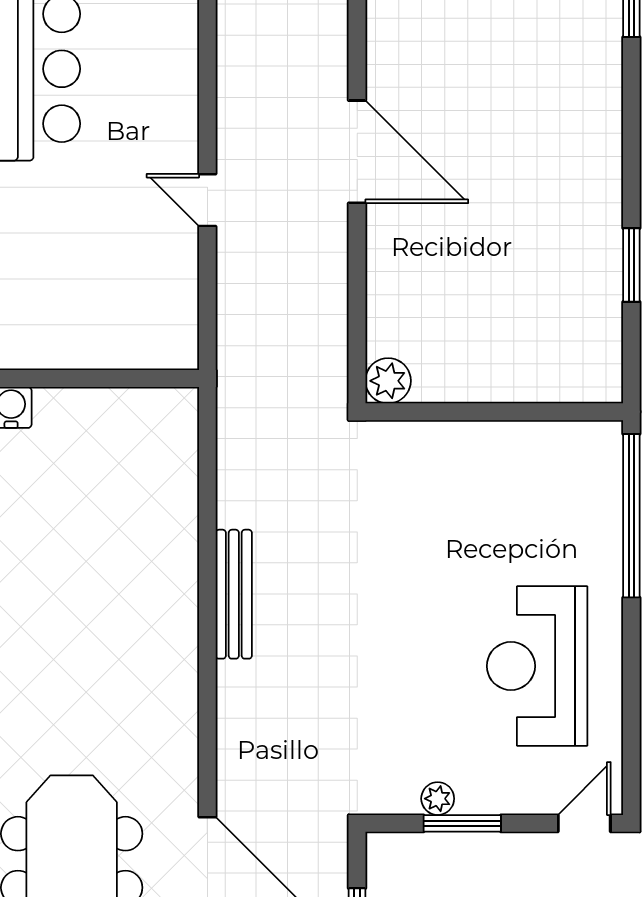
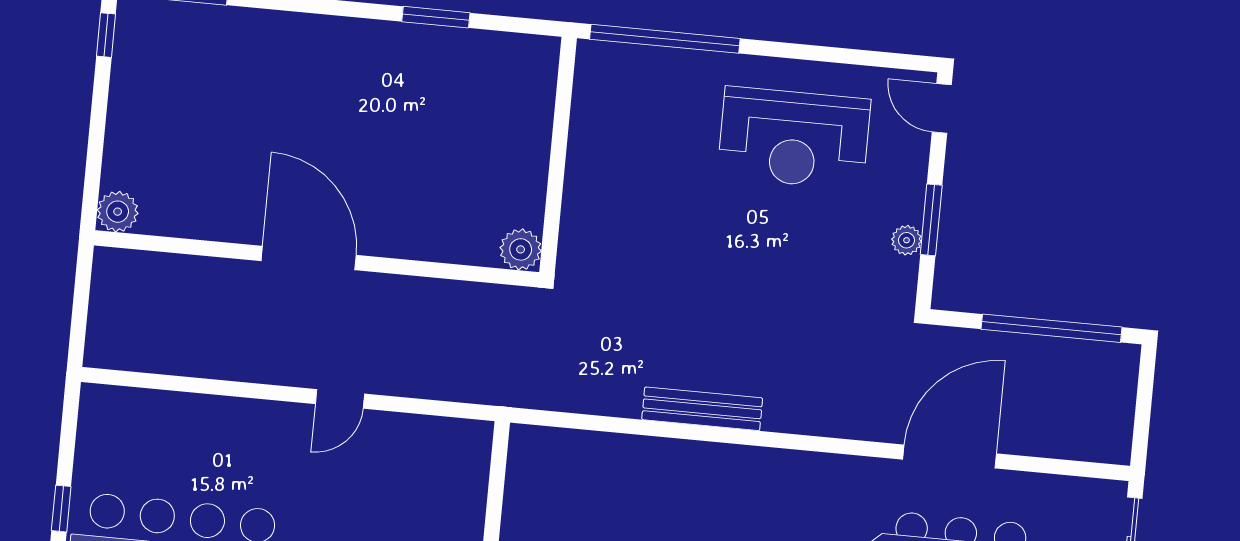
door: (357, 152) -> (309, 258), hinge flipped

